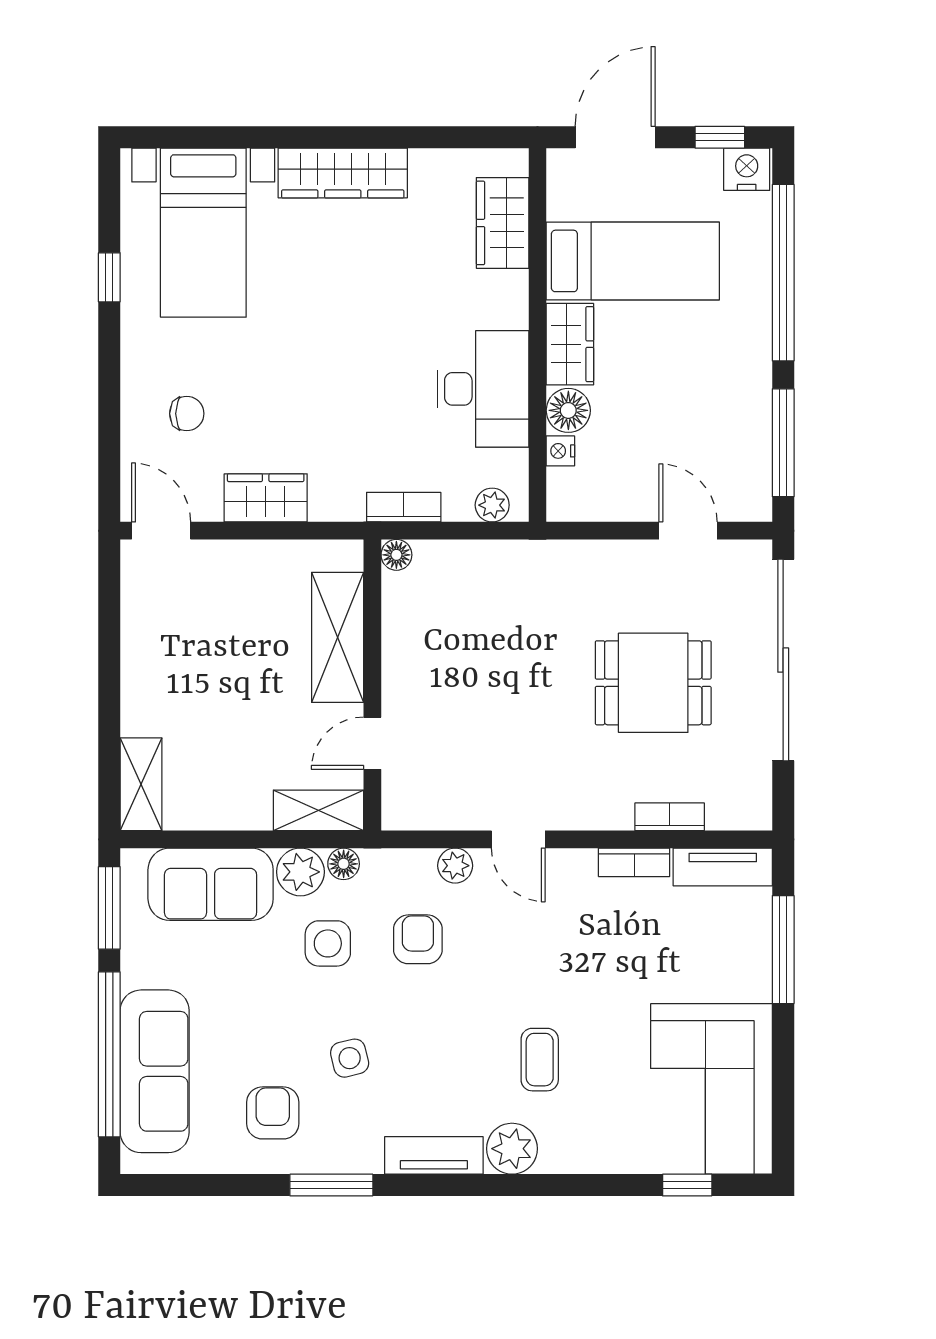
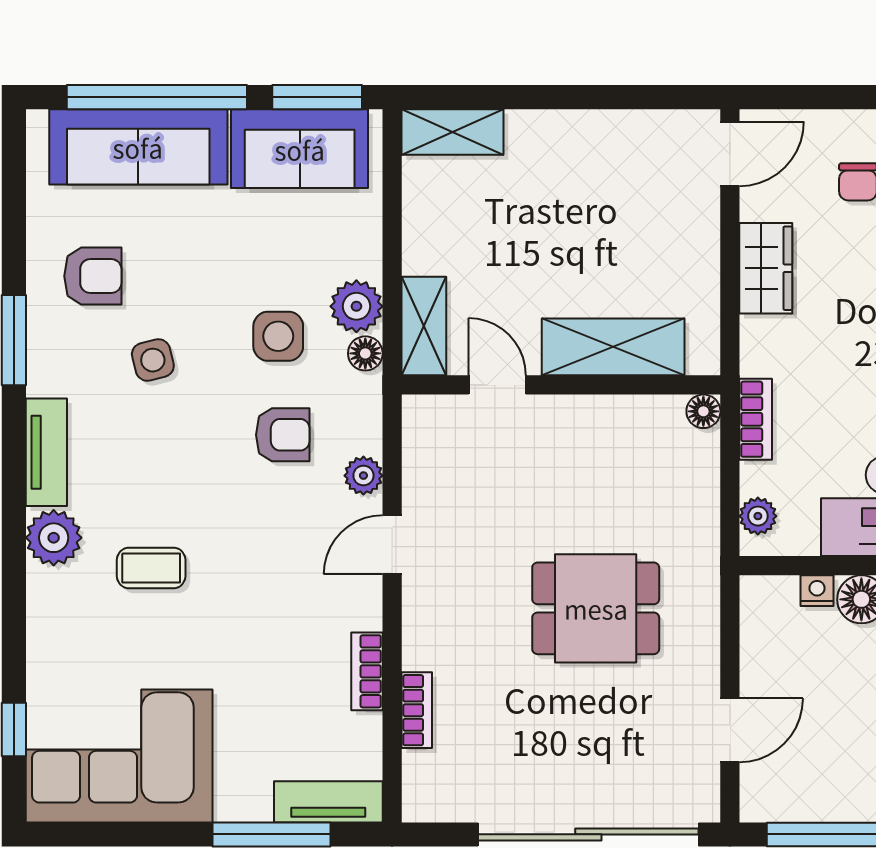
dining table: (653, 683) -> (596, 608), moved, turned 90
tv unit: (723, 867) -> (328, 802), moved, turned 90
sofa: (211, 884) -> (300, 149), moved, turned -90

